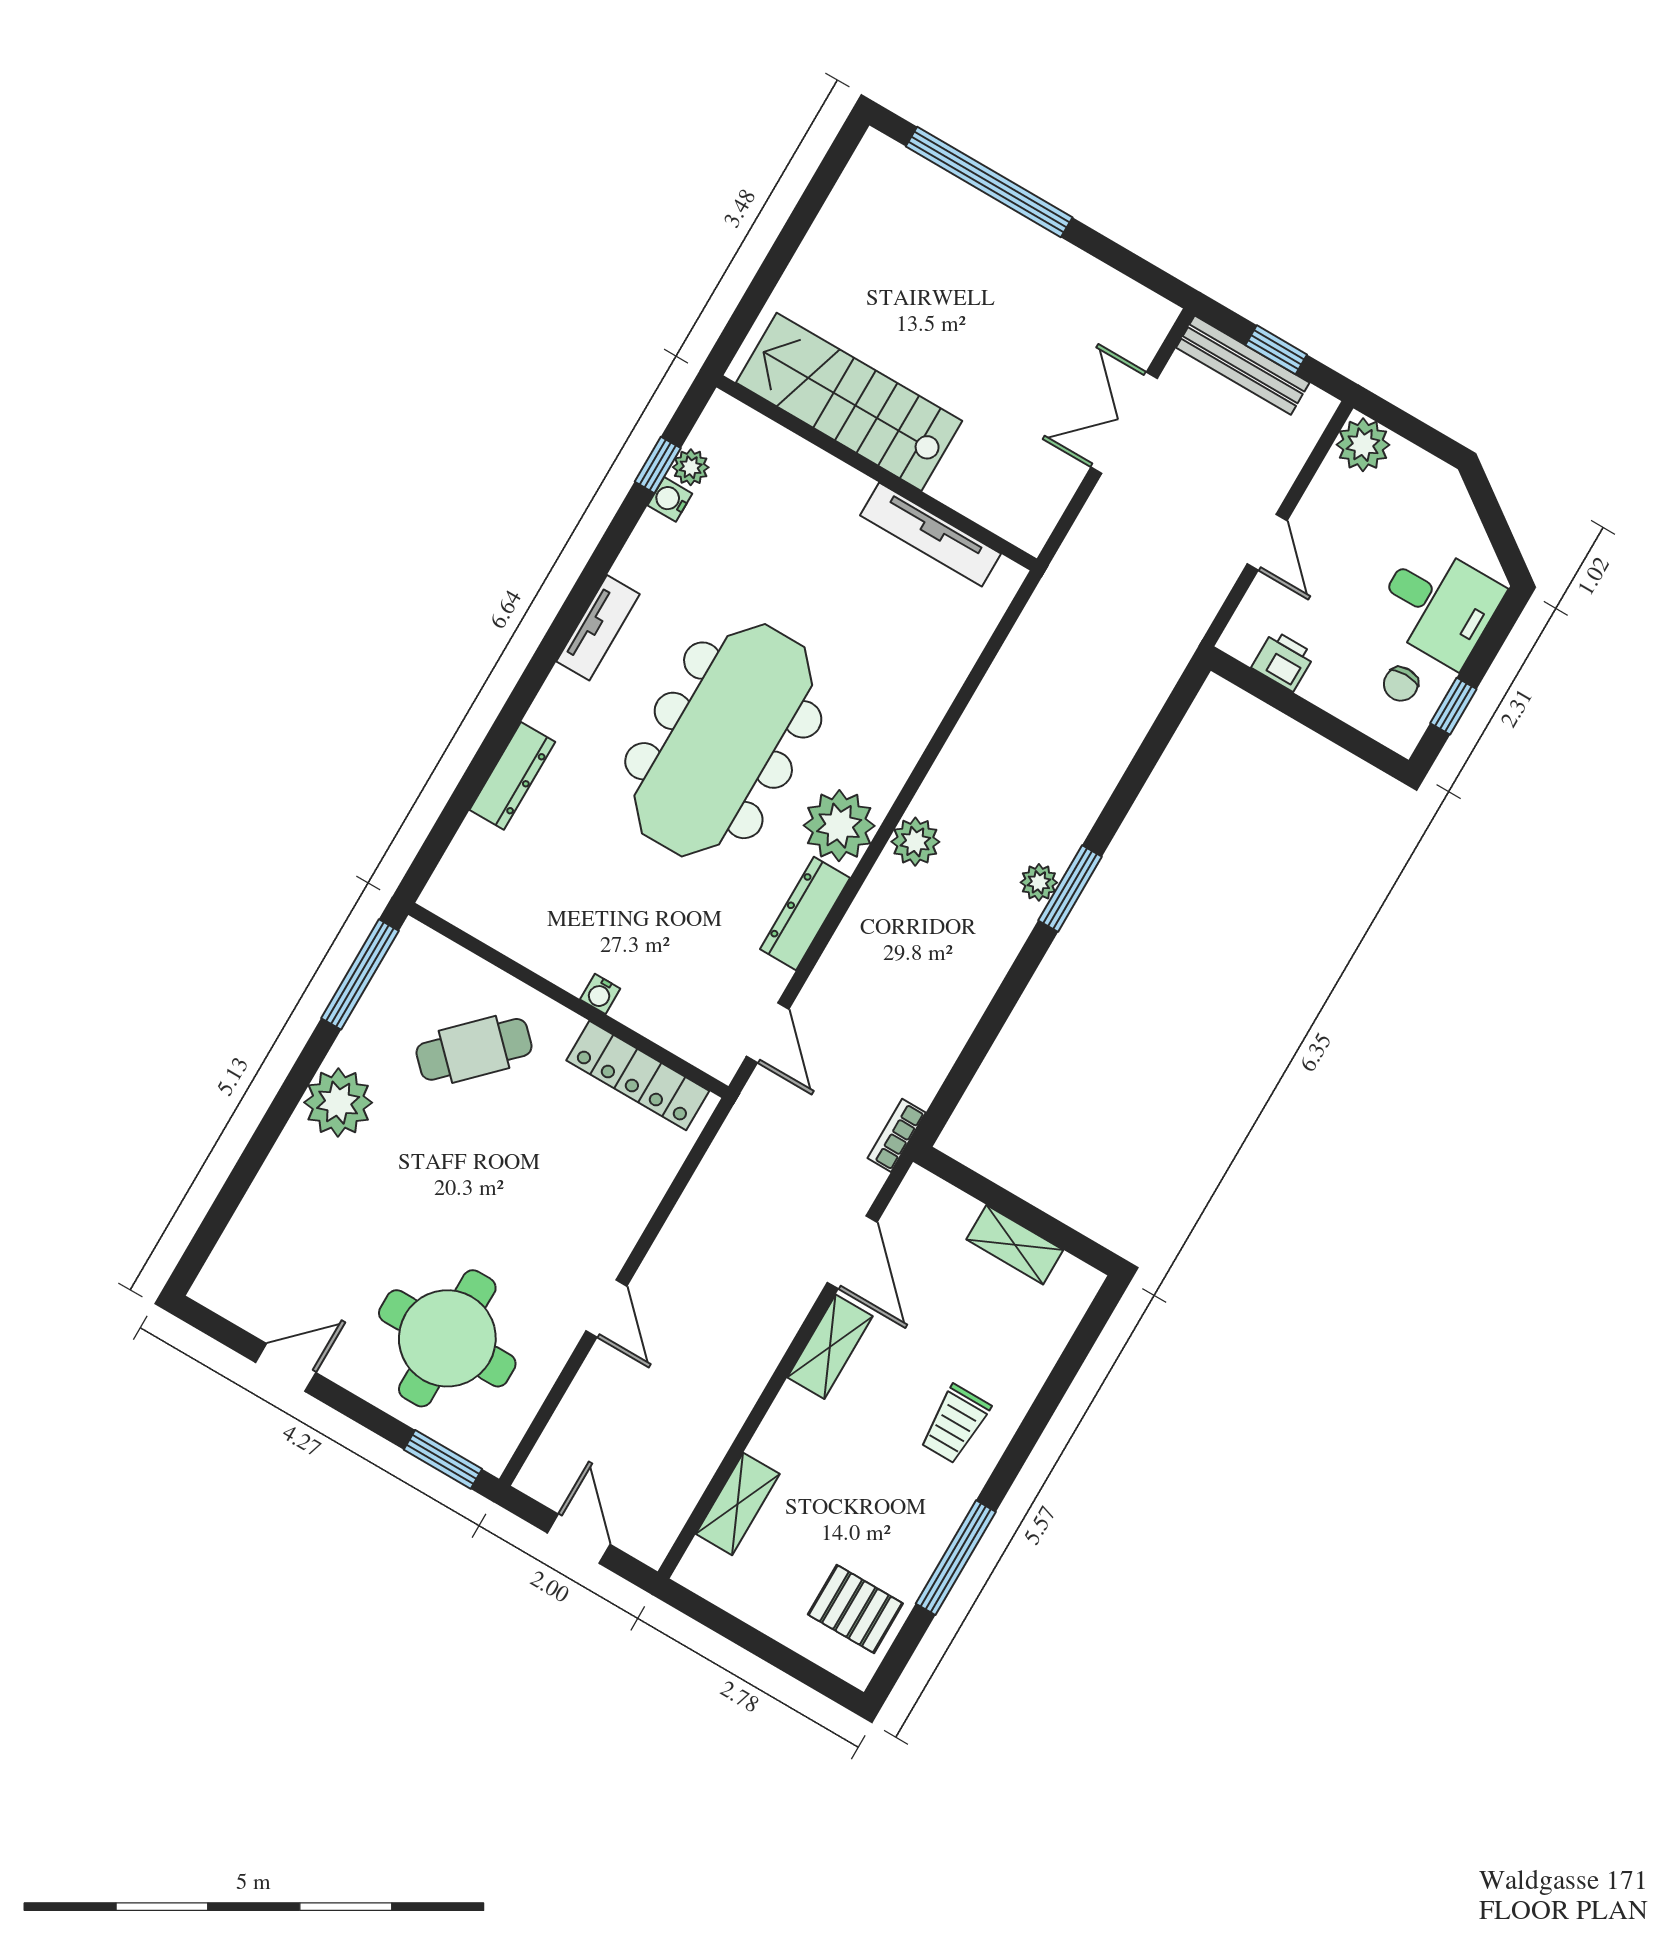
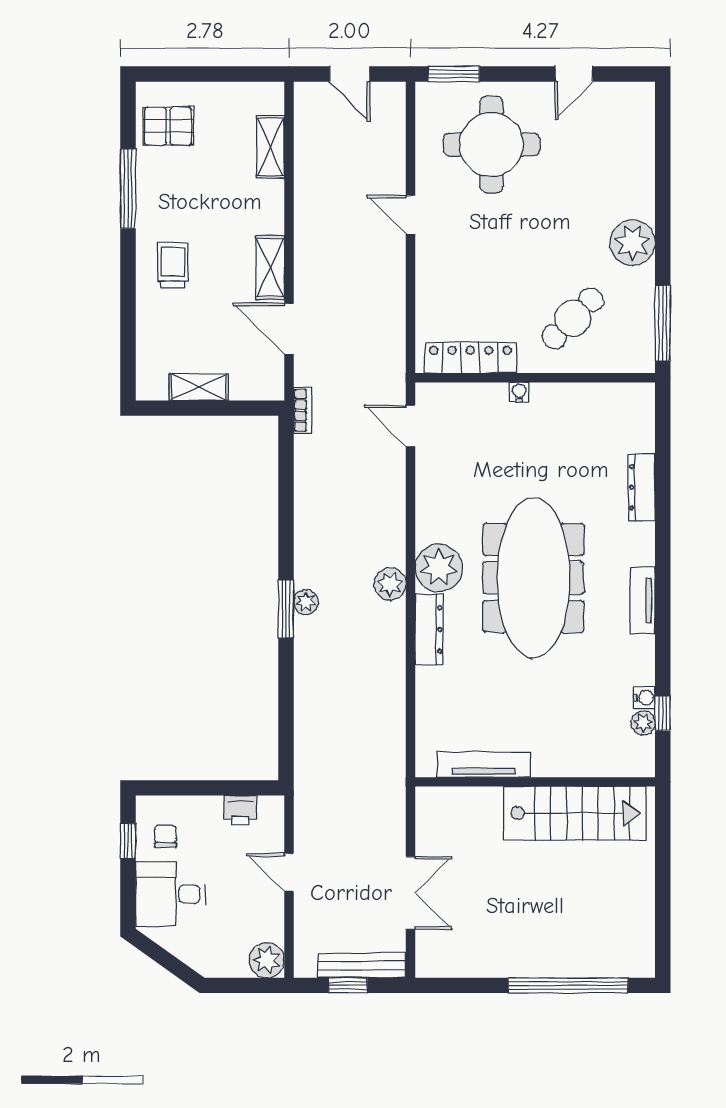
dresser: (805, 914) -> (429, 629), moved

